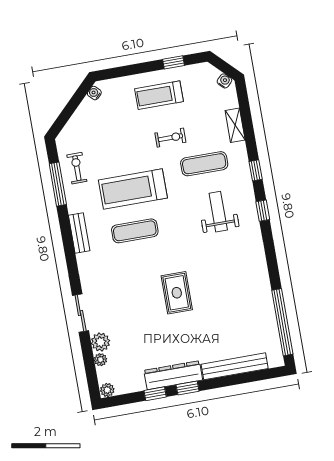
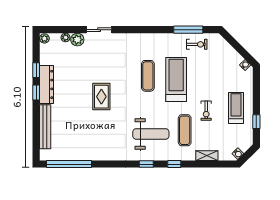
weight bench: (218, 212) -> (151, 134), width x1.36, depth x1.33
bench: (79, 233) -> (153, 38), removed
rug: (177, 293) -> (101, 97), turned 90

